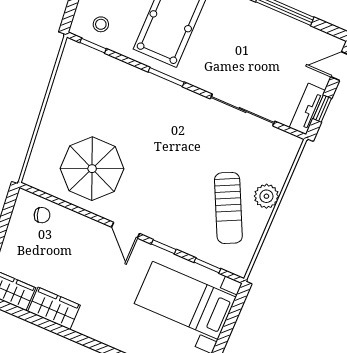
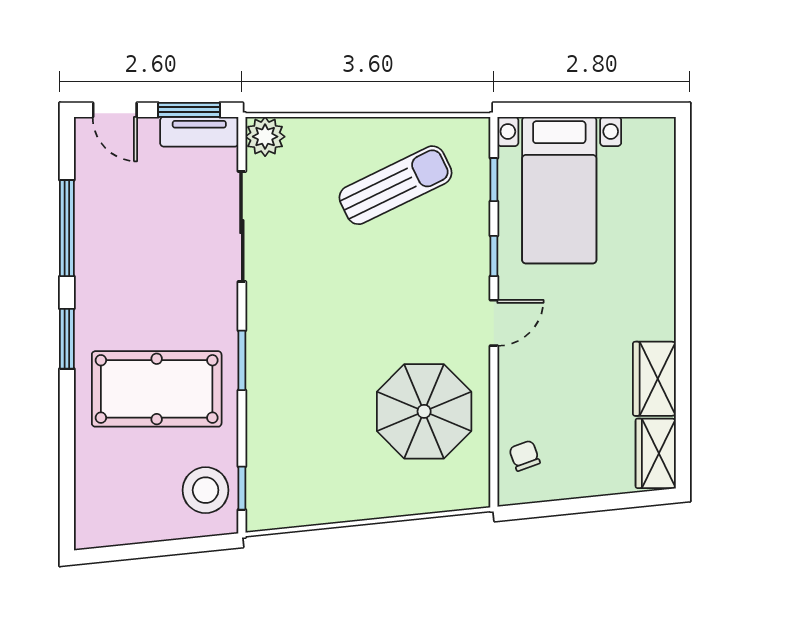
stool: (101, 24) -> (206, 490), width x1.89, depth x1.89
window: (322, 109) -> (189, 110), width x1.50
plant: (266, 196) -> (265, 137), moved

